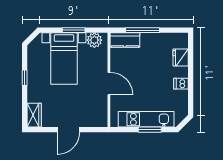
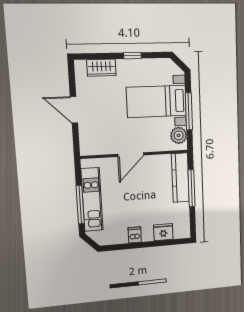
window: (74, 30) -> (189, 111), width x1.44
kitchen counter: (125, 40) -> (180, 178), width x1.50
wardrobe: (34, 115) -> (101, 68), moved
window: (150, 130) -> (80, 205), width x1.44

